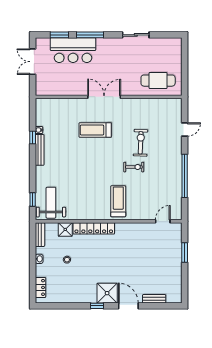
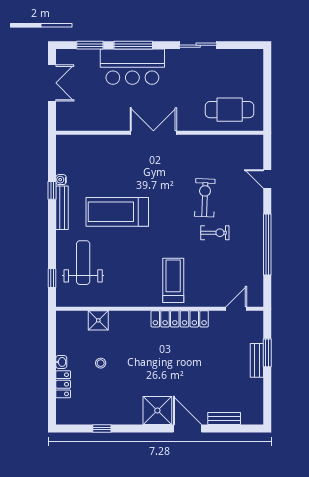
bar counter: (73, 50) -> (132, 67), moved
double door: (33, 62) -> (52, 83), swing flipped
door: (185, 129) -> (267, 179), swing flipped
treadmill: (95, 130) -> (117, 212), moved, width x1.37, depth x1.38
exercise bike: (134, 167) -> (215, 233), moved
weight bench: (51, 203) -> (83, 263), moved
locker: (94, 228) -> (180, 319), moved
bench: (40, 235) -> (257, 360), moved
locker: (40, 287) -> (63, 384), moved
window: (97, 306) -> (102, 429), moved

